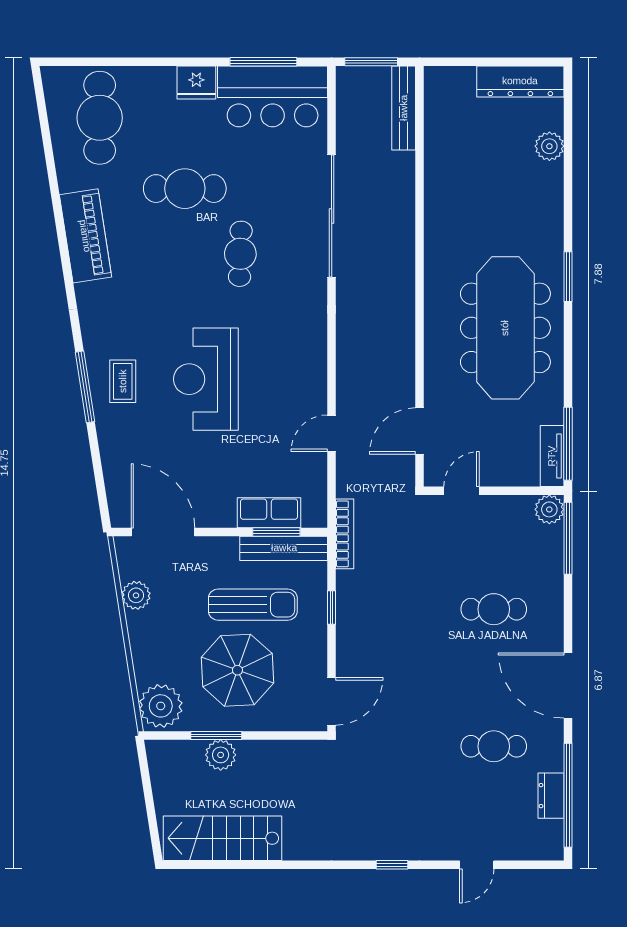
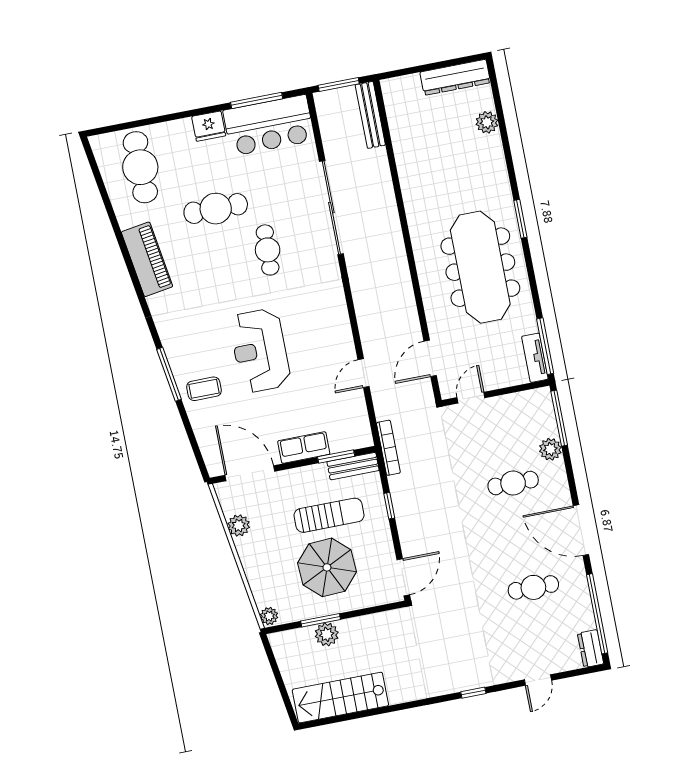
coffee table: (123, 381) -> (204, 389), moved, turned 90
plant: (549, 509) -> (550, 449), moved
row of seats: (269, 513) -> (304, 448), moved
bench: (284, 548) -> (353, 466), width x0.73
plant: (161, 706) -> (269, 616), width x0.53, depth x0.53
dresser: (551, 796) -> (591, 649), moved

